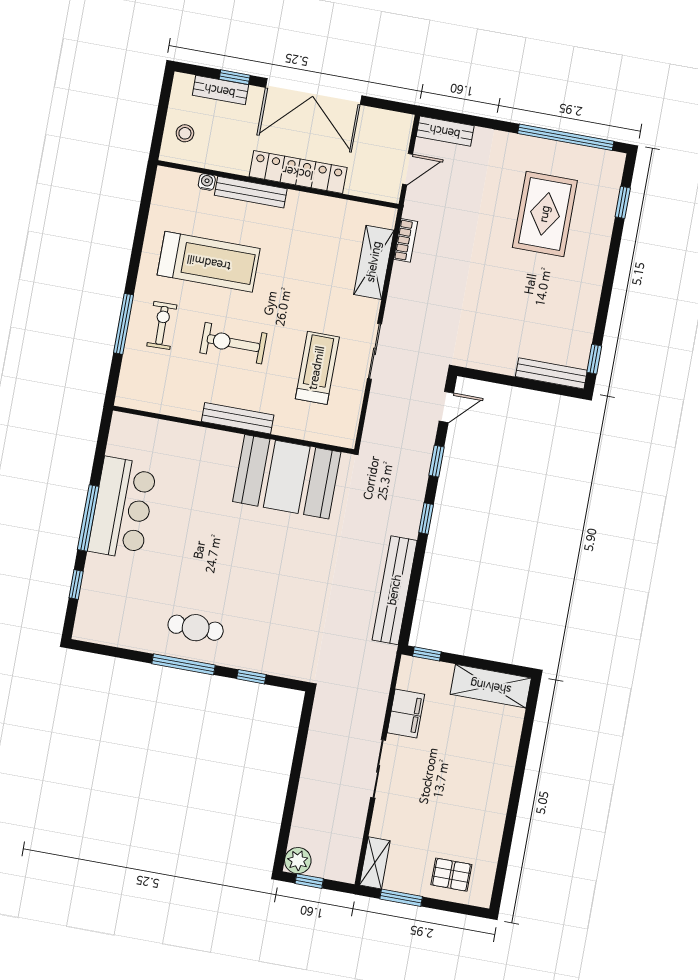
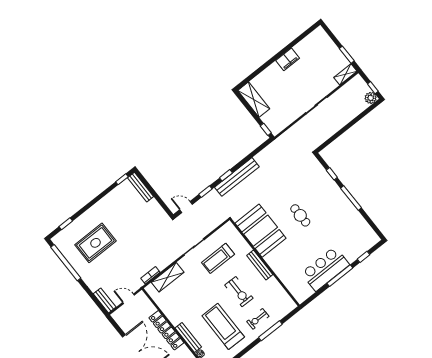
bench: (395, 590) -> (237, 177), moved
cafe table: (196, 628) -> (300, 215), moved
filing cabinet: (406, 713) -> (288, 59), moved, turned 180
pallet: (451, 875) -> (323, 48), removed

